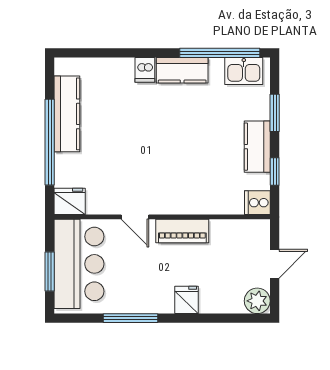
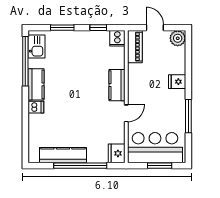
kitchen counter: (257, 147) -> (117, 85), moved, turned 90
piano: (182, 231) -> (135, 47), moved

